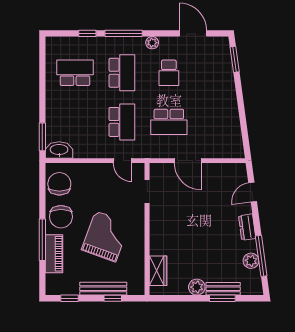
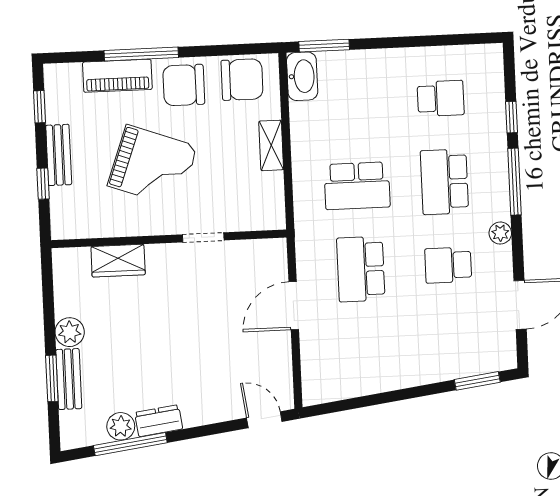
school desk: (75, 73) -> (441, 98), width x0.54
school desk: (122, 73) -> (444, 182), turned 90
door: (123, 161) -> (288, 190), removed
shelving: (97, 169) -> (271, 145), added
doorway: (147, 192) -> (203, 237), moved
door: (253, 192) -> (264, 420), moved
dresser: (247, 227) -> (159, 421), moved
wardrobe: (158, 271) -> (118, 261), moved
bench: (103, 289) -> (59, 155), width x0.73

